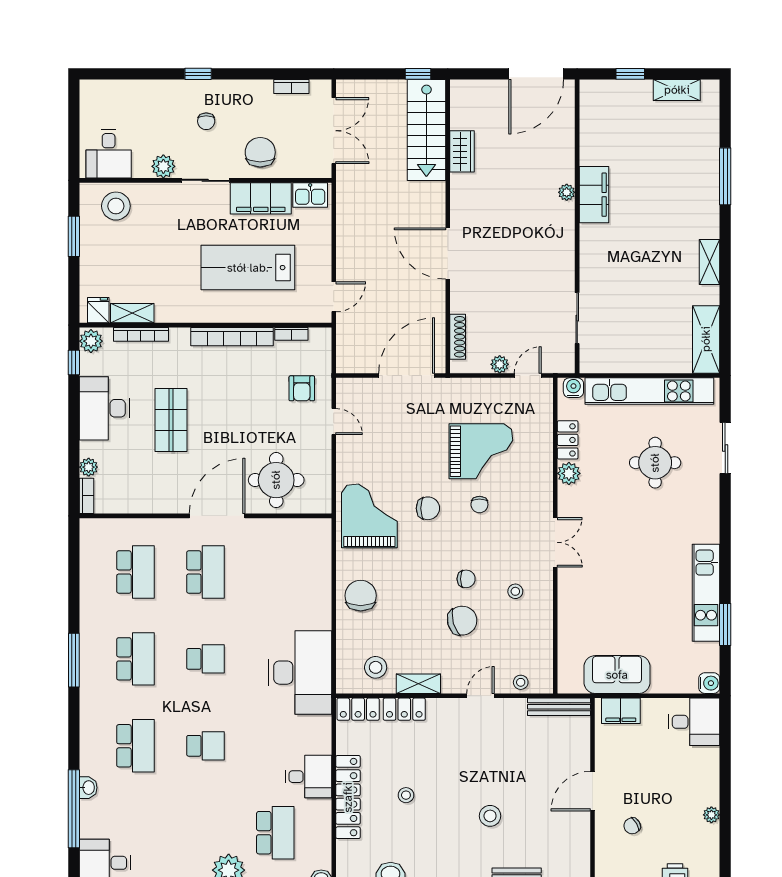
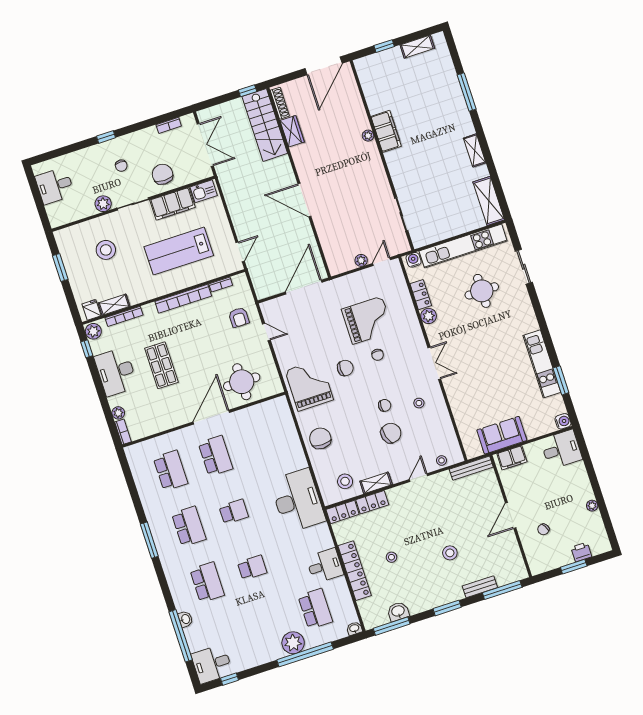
desk: (109, 154) -> (55, 186), moved, turned 90
stool: (116, 206) -> (106, 250), moved
shoe rack: (458, 337) -> (280, 103), moved

